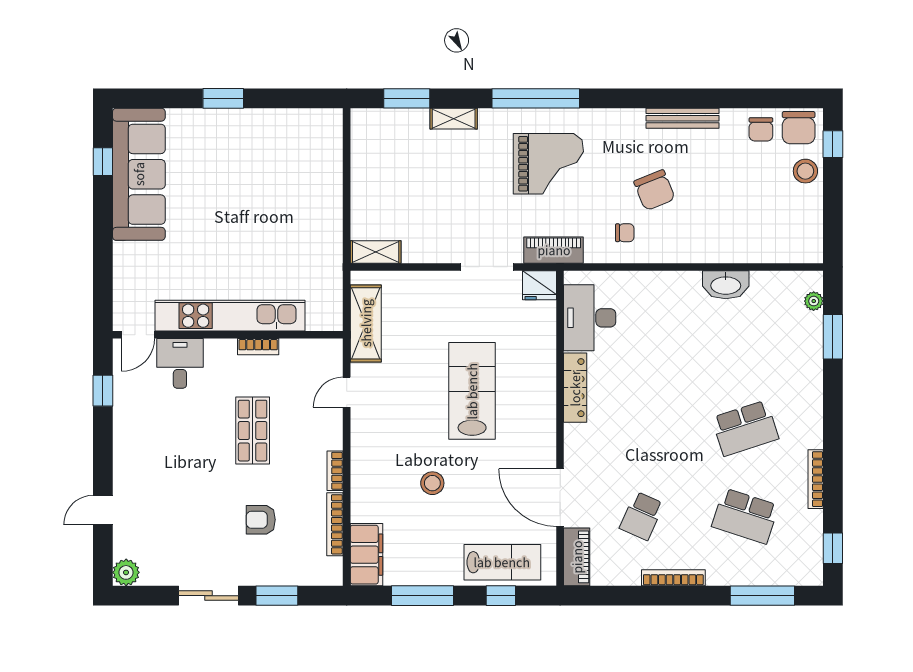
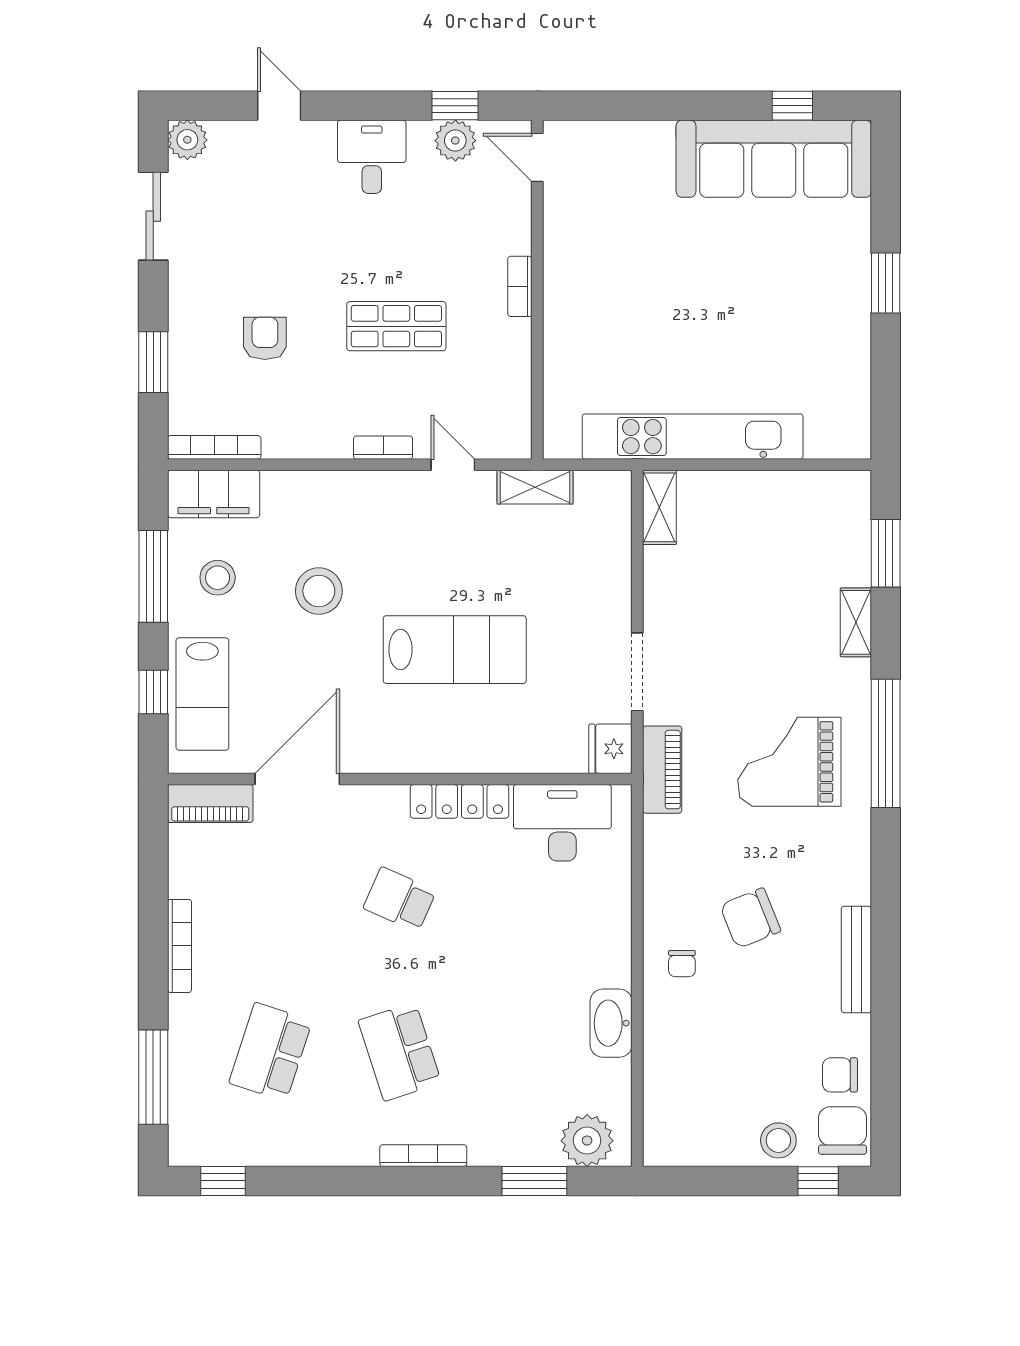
chair: (799, 128) -> (842, 1130), turned 90
grand piano: (548, 164) -> (789, 762), turned 90
chair: (625, 233) -> (682, 964), moved
plant: (814, 301) -> (587, 1141), width x1.87, depth x1.87
kitchen unit: (230, 316) -> (693, 437), moved, turned -90
shelving: (366, 323) -> (535, 487), width x0.67, depth x0.75
bookcase: (258, 347) -> (520, 286), moved
desk: (180, 363) -> (372, 157), moved, turned -90
plant: (127, 390) -> (455, 141), added
bookcase: (335, 471) -> (383, 448), moved
bookcase: (816, 479) -> (423, 1156), moved
stool: (432, 483) -> (319, 591), width x1.38, depth x1.38
school desk: (642, 516) -> (400, 899), moved
bookcase: (335, 524) -> (214, 447), moved
stool: (423, 552) -> (218, 578), added
sliding door: (208, 596) -> (153, 216), moved

